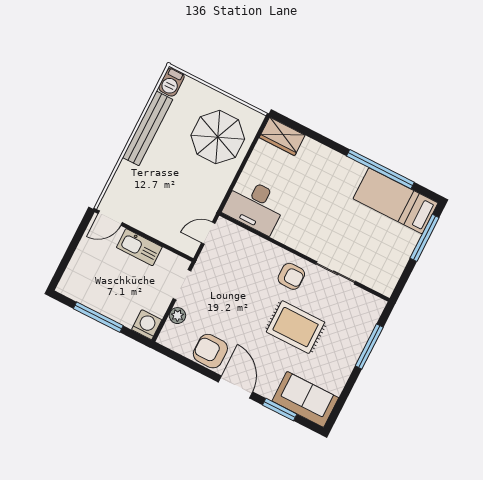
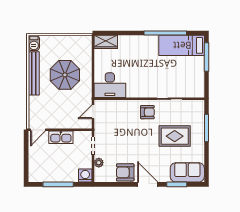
parasol: (218, 137) -> (65, 75), moved
rug: (296, 327) -> (175, 136), moved

